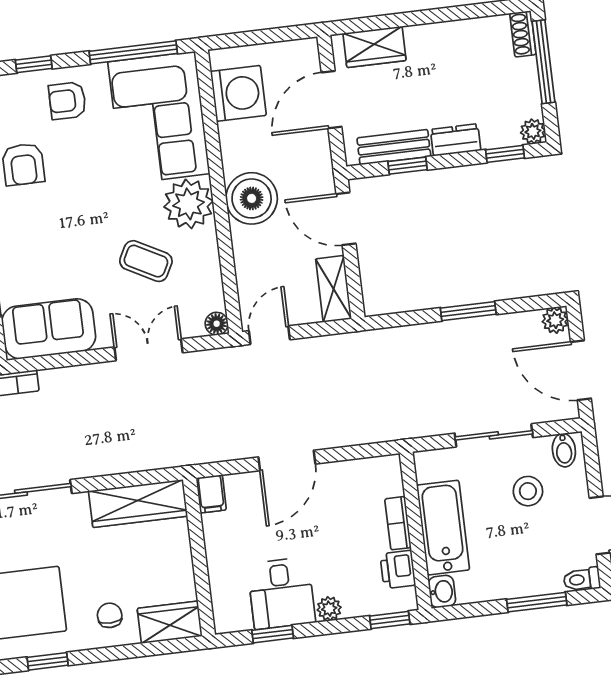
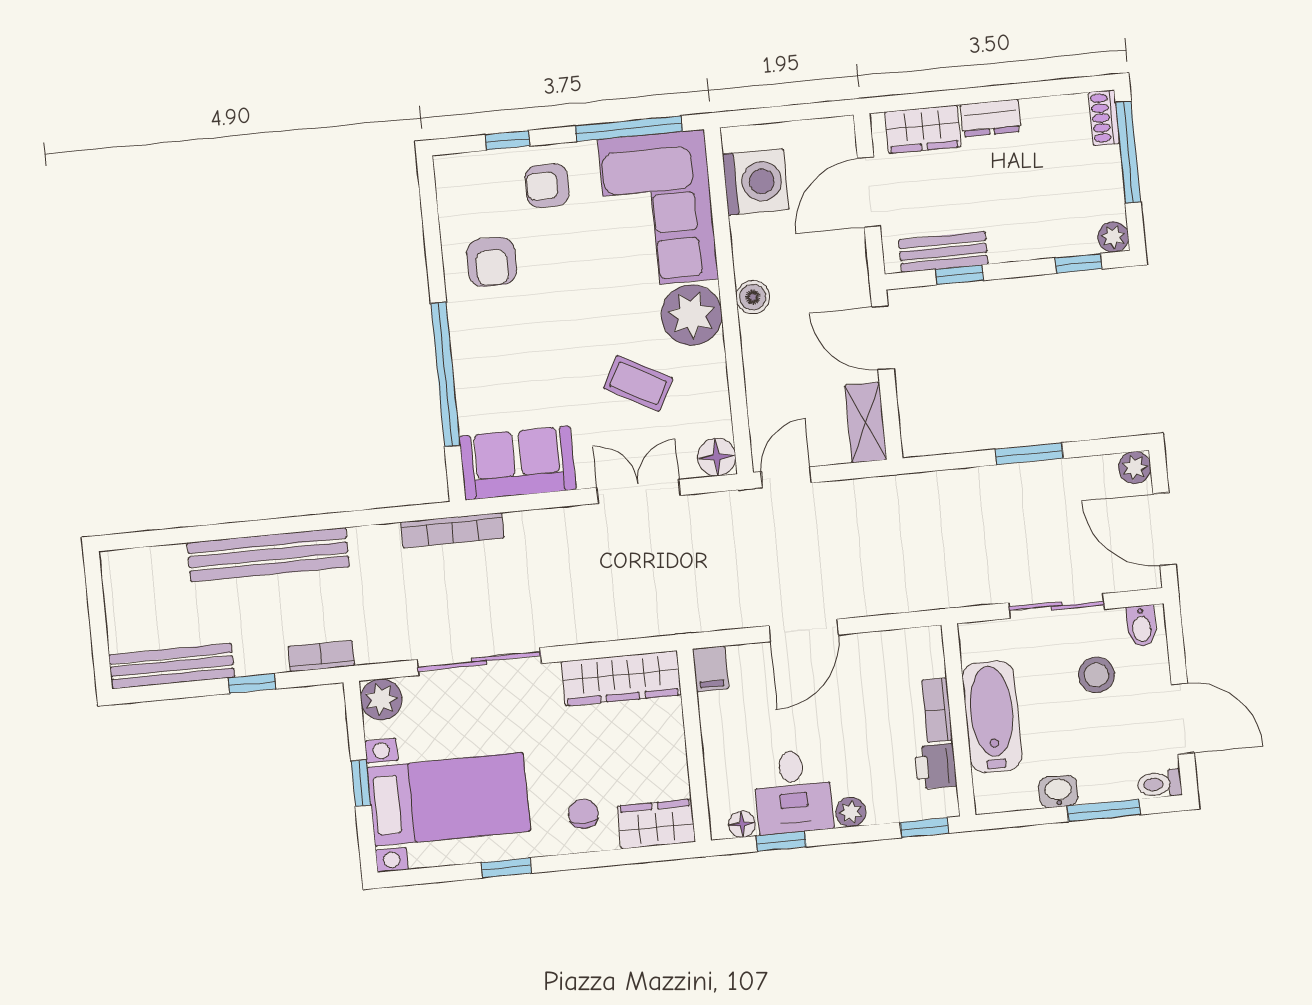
dresser: (456, 140) -> (991, 118), moved, turned 180
boiler: (252, 198) -> (753, 297), width x0.54, depth x0.54
floor lamp: (217, 324) -> (717, 457), width x1.37, depth x1.37
washbasin: (442, 592) -> (1058, 792), moved, turned -90
floor lamp: (240, 621) -> (742, 824), added

